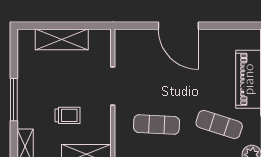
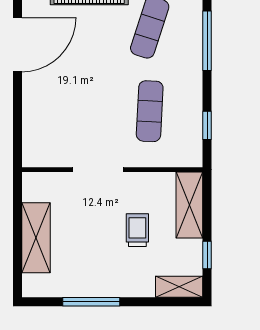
door: (178, 26) -> (17, 45), moved
window: (14, 100) -> (91, 302), moved

